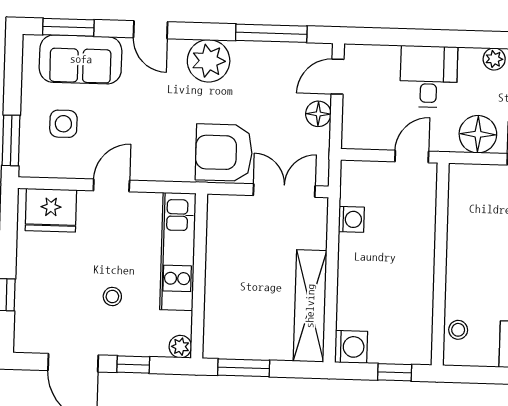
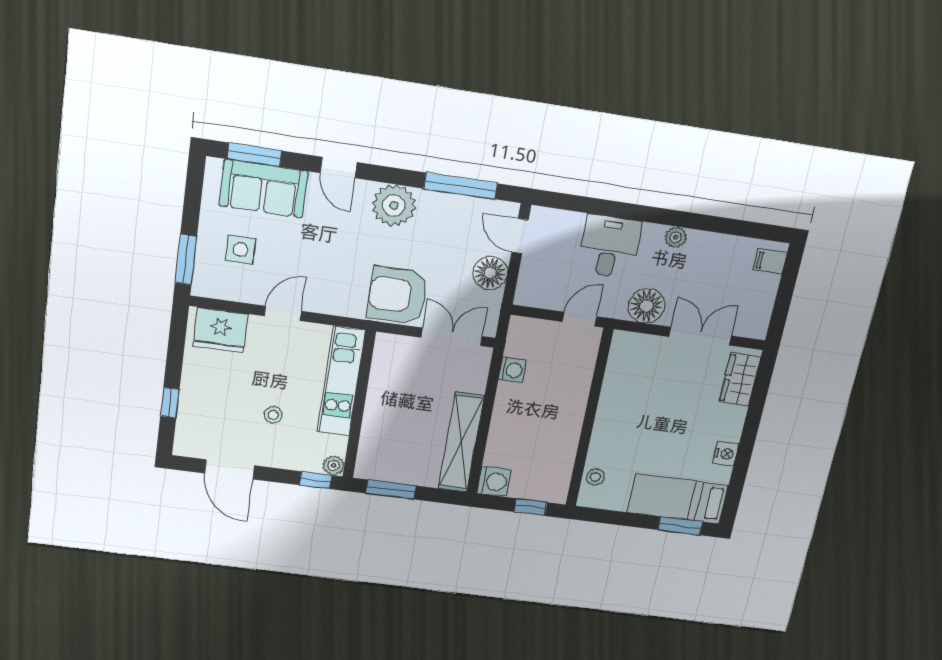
door: (338, 77) -> (520, 236), hinge flipped
floor lamp: (318, 114) -> (490, 273), width x1.38, depth x1.38
window: (133, 365) -> (316, 480), moved

